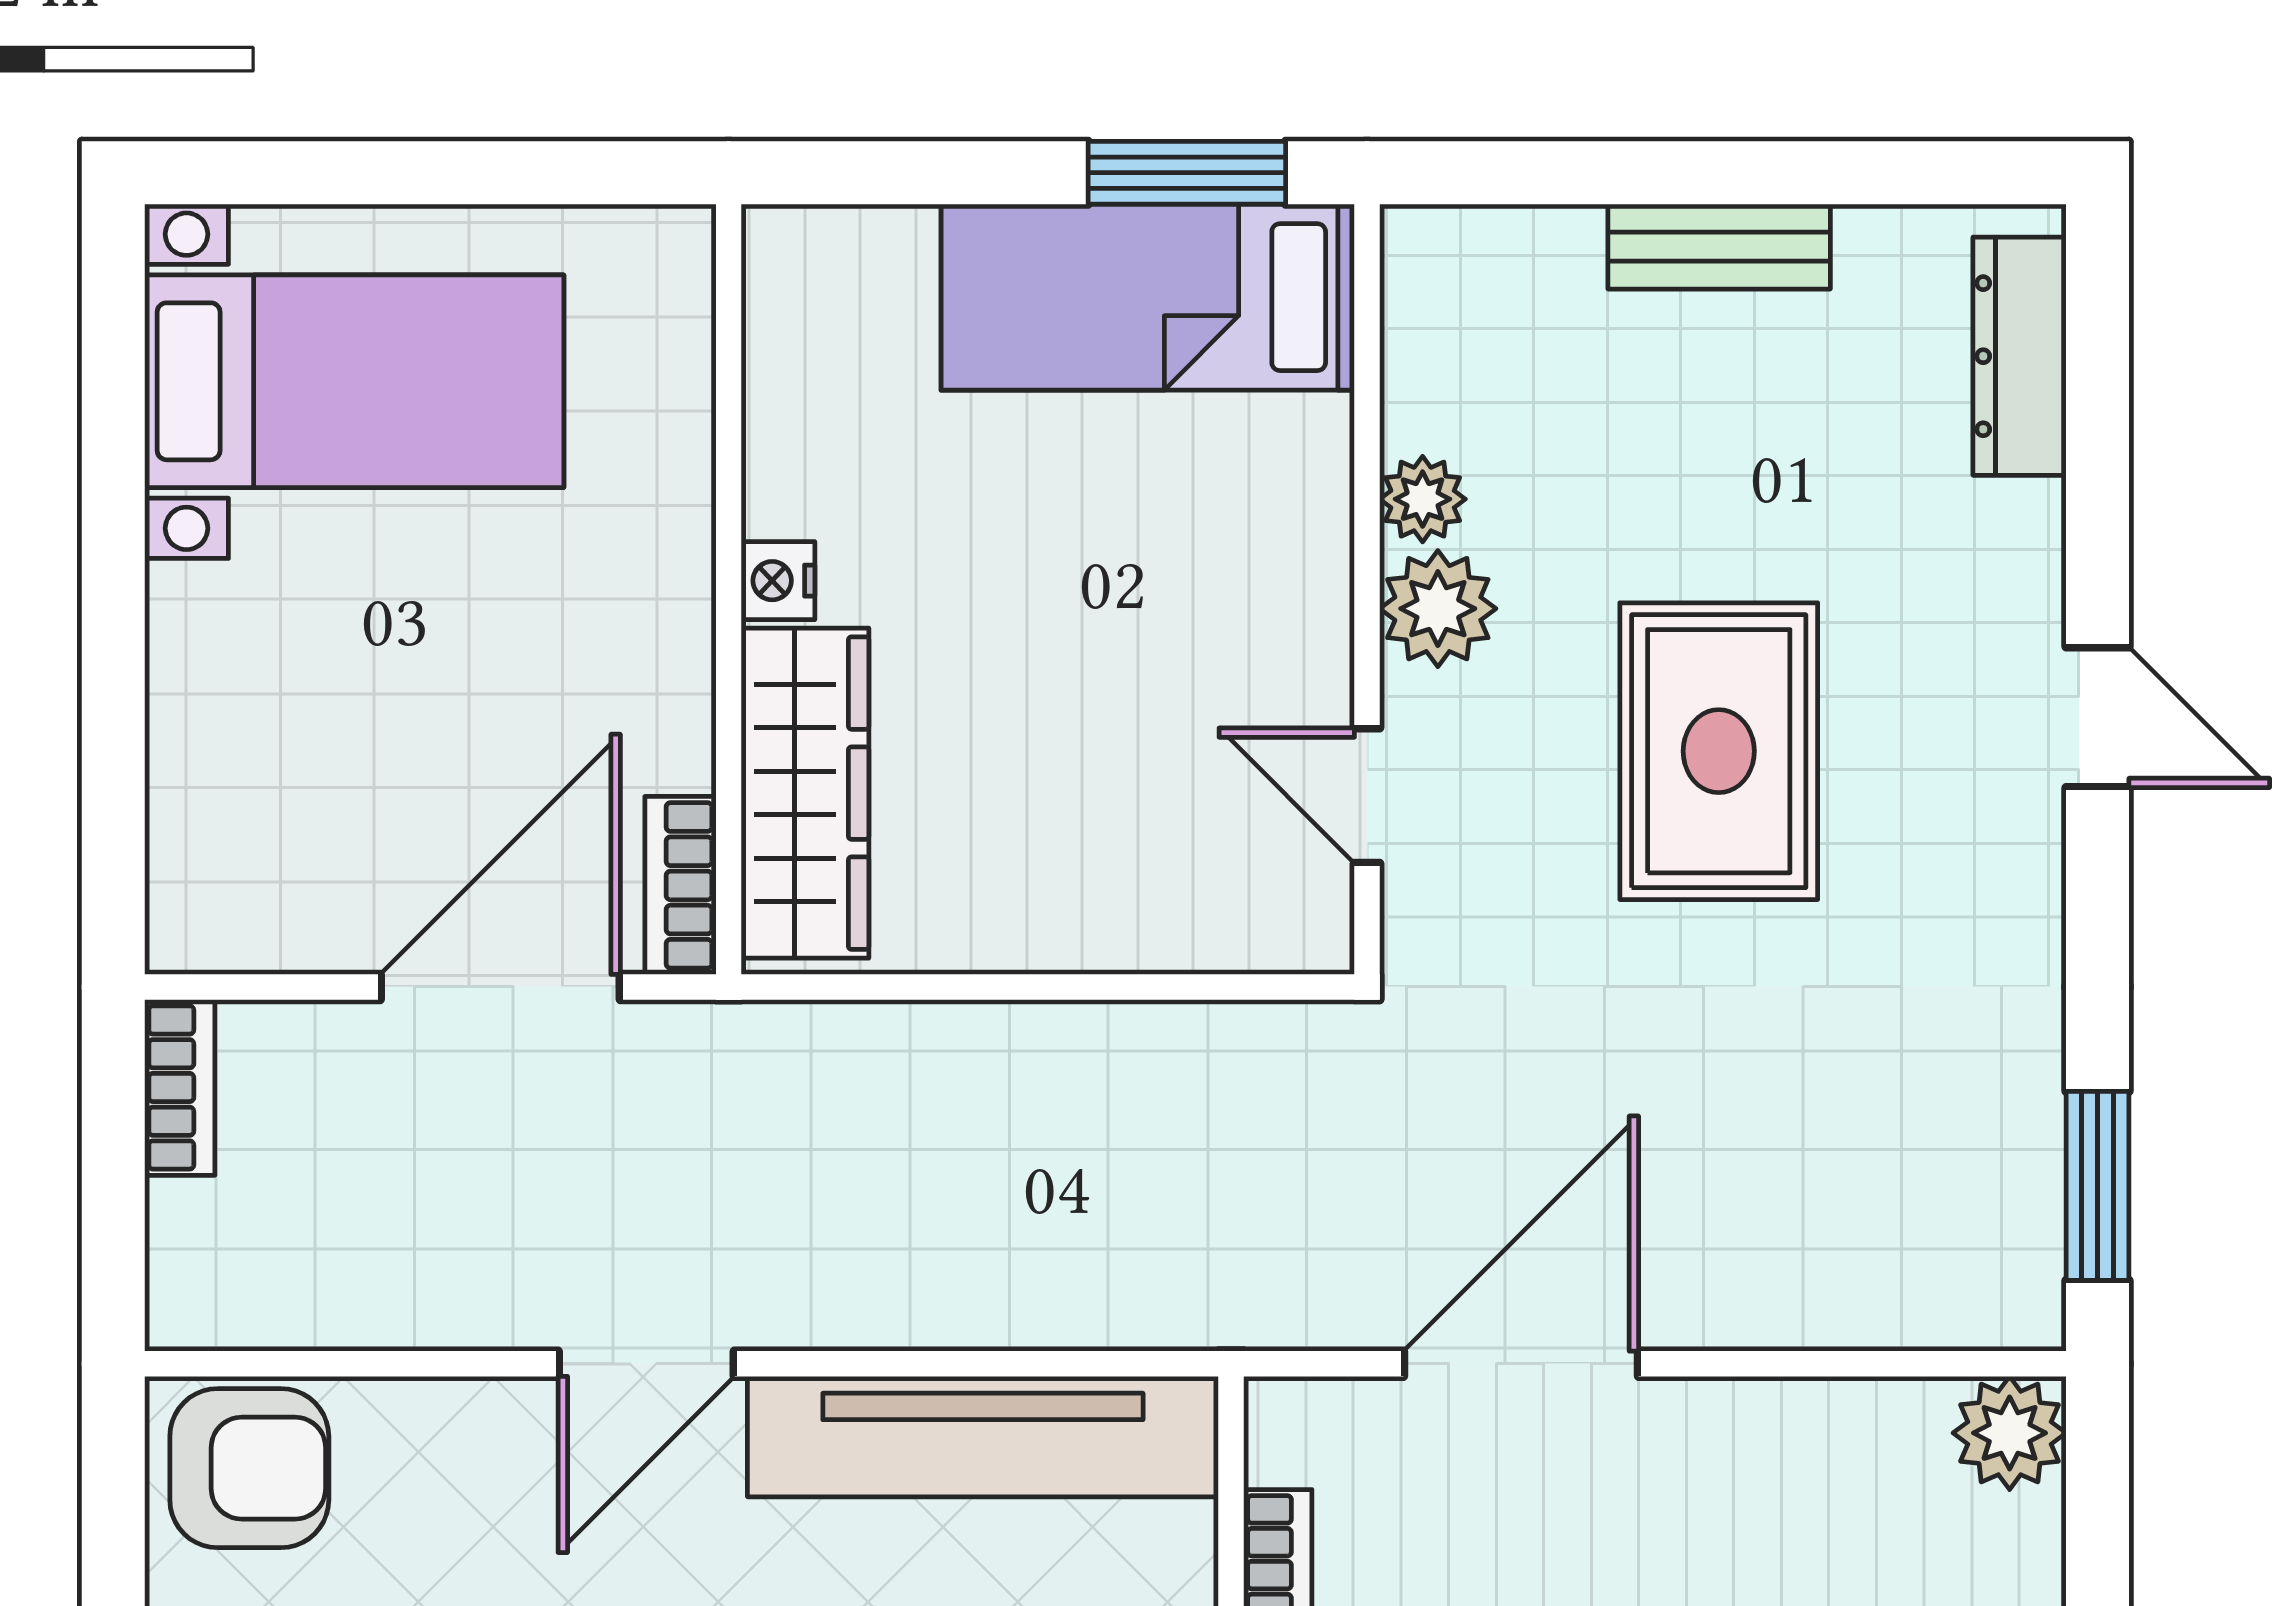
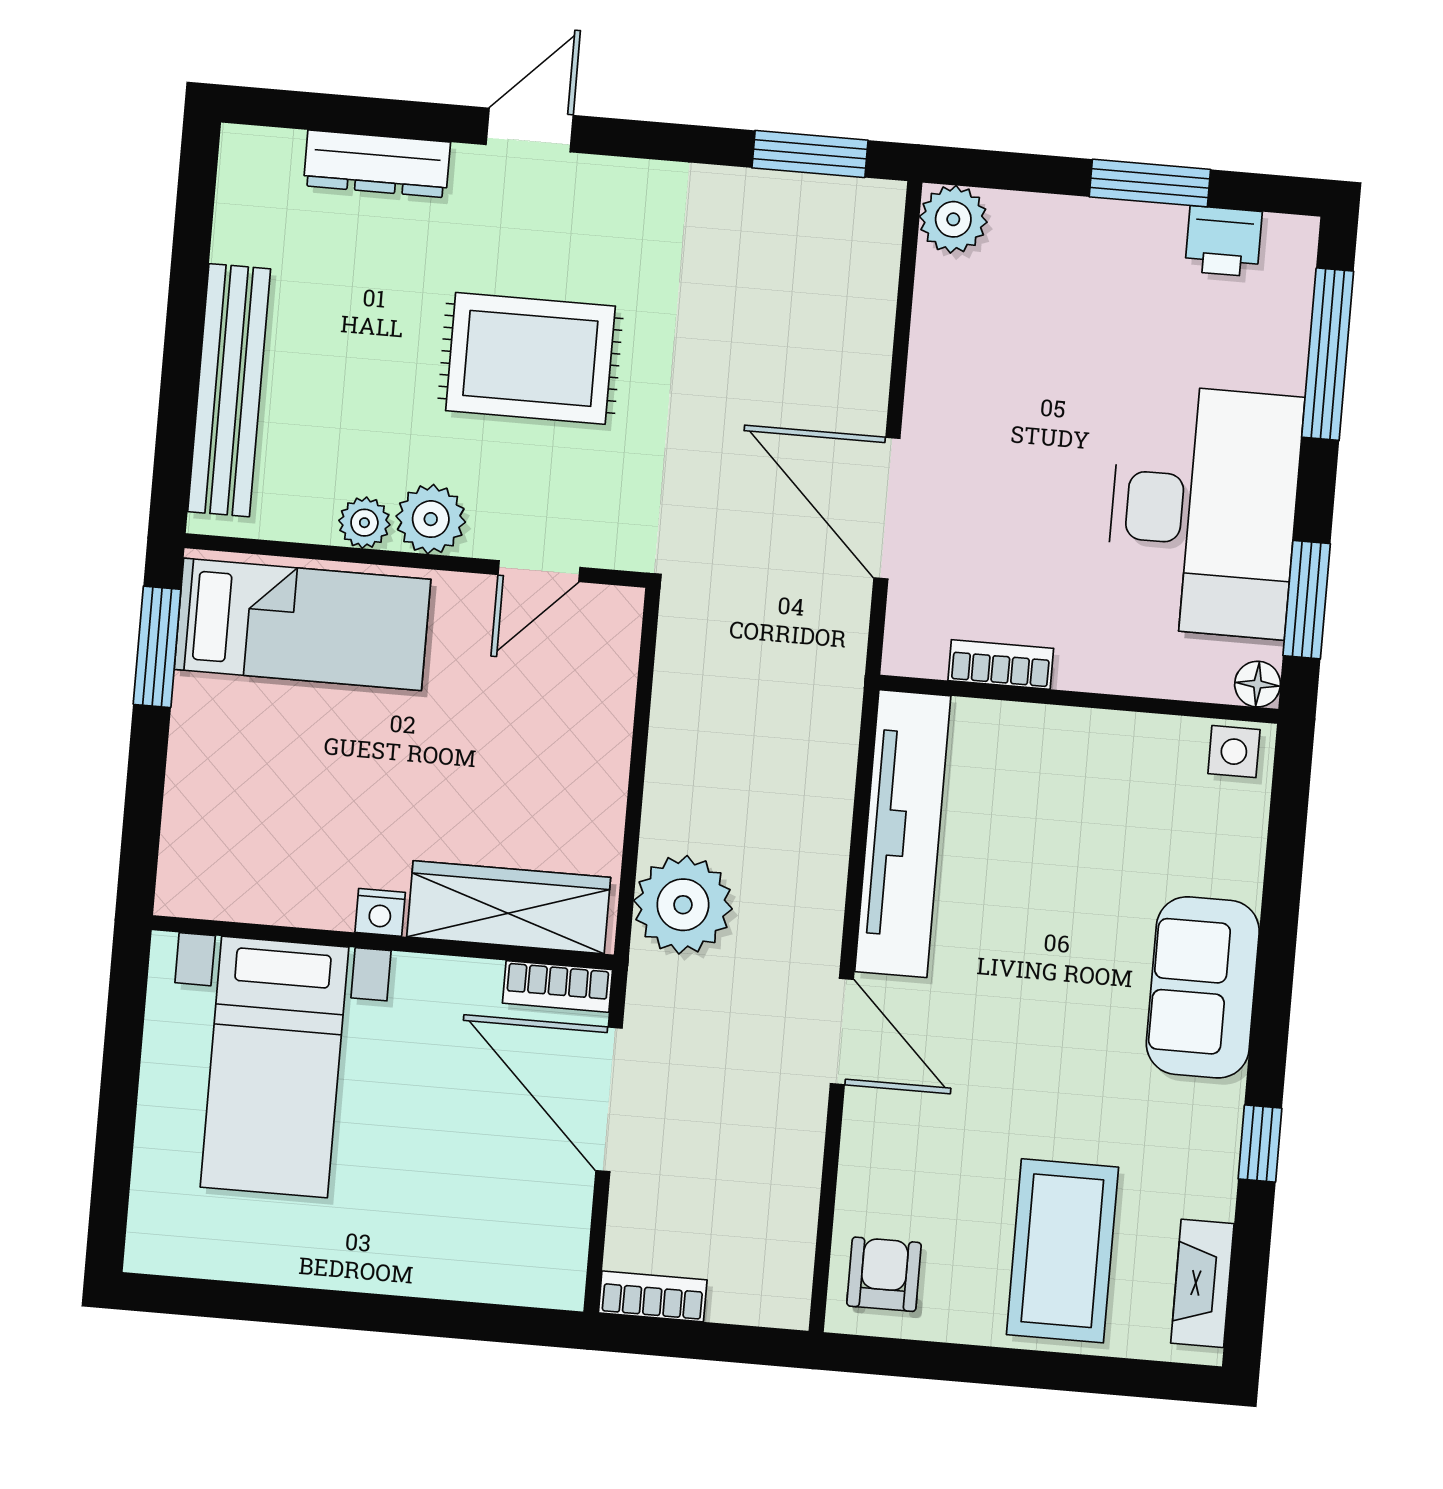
bench: (1719, 247) -> (229, 390), width x1.86, depth x1.21
bed: (1148, 297) -> (303, 624), moved, turned -90
dresser: (2020, 356) -> (377, 164), moved
bed with nightstands: (354, 381) -> (274, 1067), moved, turned 180
plant: (834, 1082) -> (683, 905), added
armchair: (249, 1468) -> (884, 1274), width x0.72, depth x0.72

